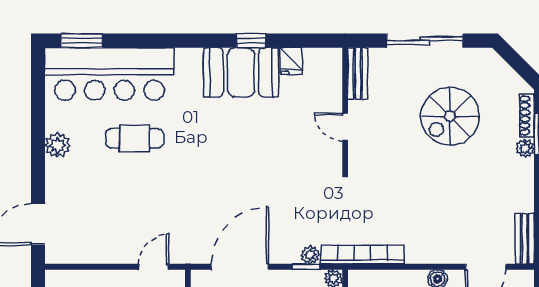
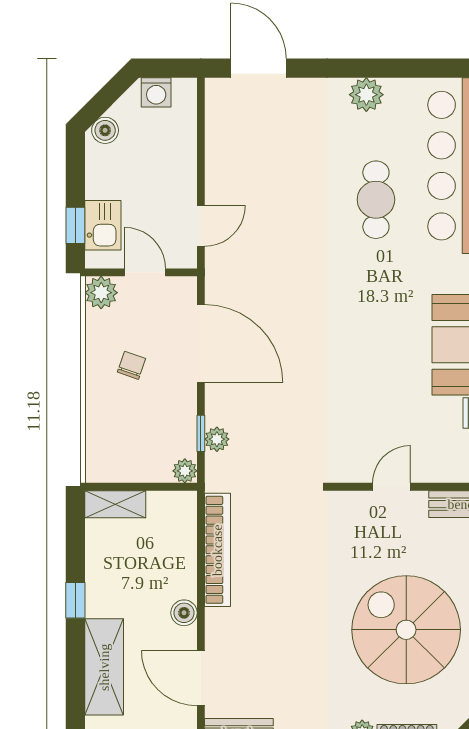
spiral stairs: (450, 116) -> (406, 630), width x1.37, depth x1.37
bookcase: (363, 255) -> (217, 550), moved
door: (154, 267) -> (201, 226), hinge flipped

